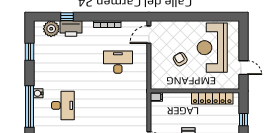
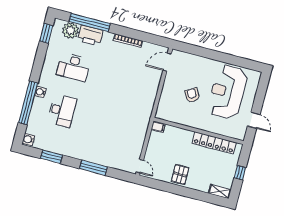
window: (67, 17) -> (89, 22), width x3.17
window: (29, 52) -> (46, 33), moved
desk: (118, 62) -> (73, 67), moved, turned 180

